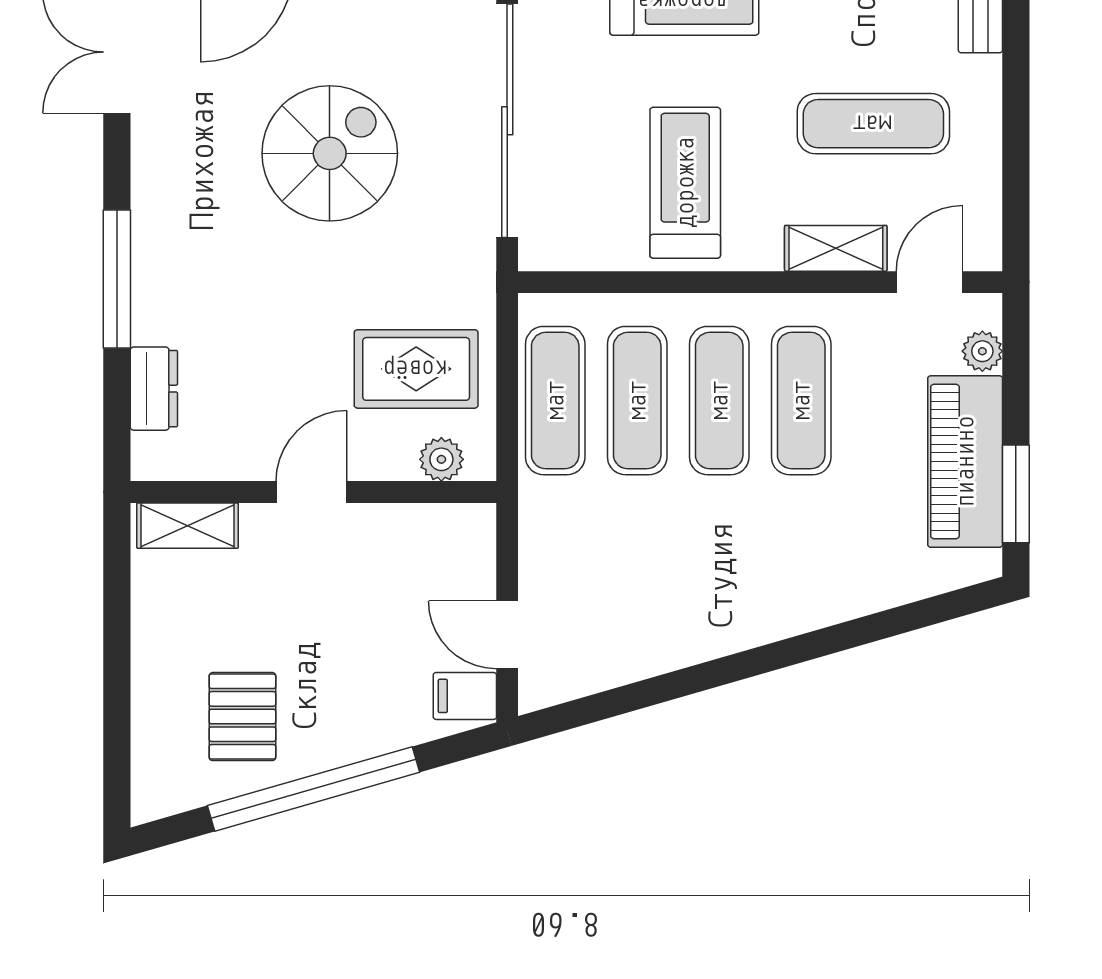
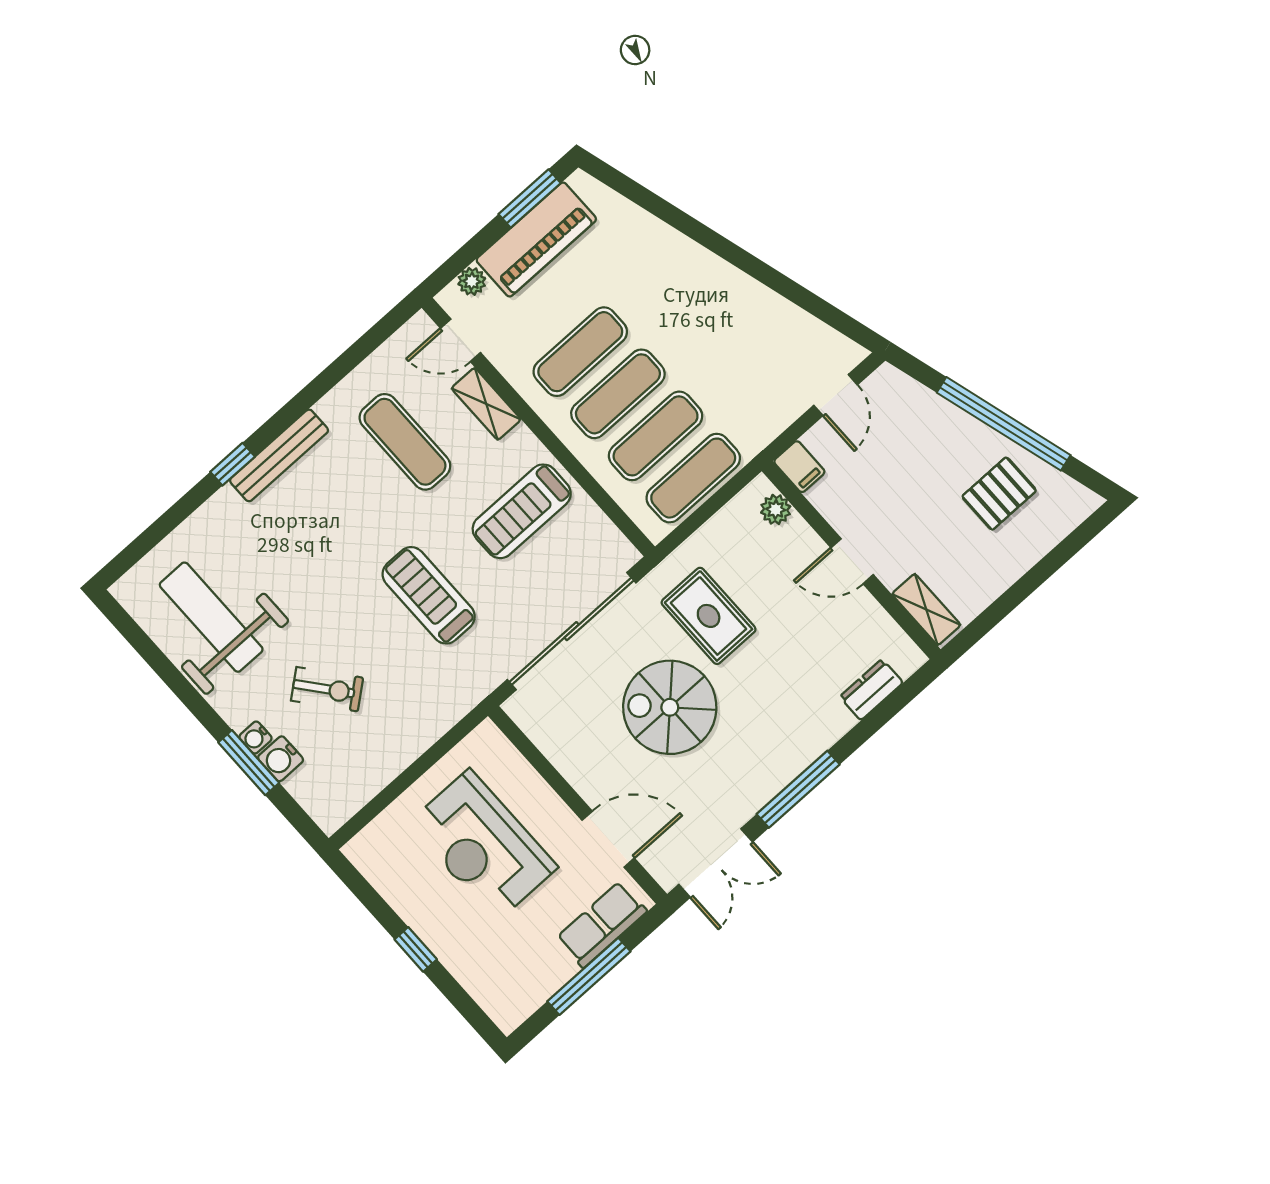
window: (117, 279) -> (798, 789), moved
rug: (416, 369) -> (709, 616), moved
filing cabinet: (465, 696) -> (799, 467), moved

